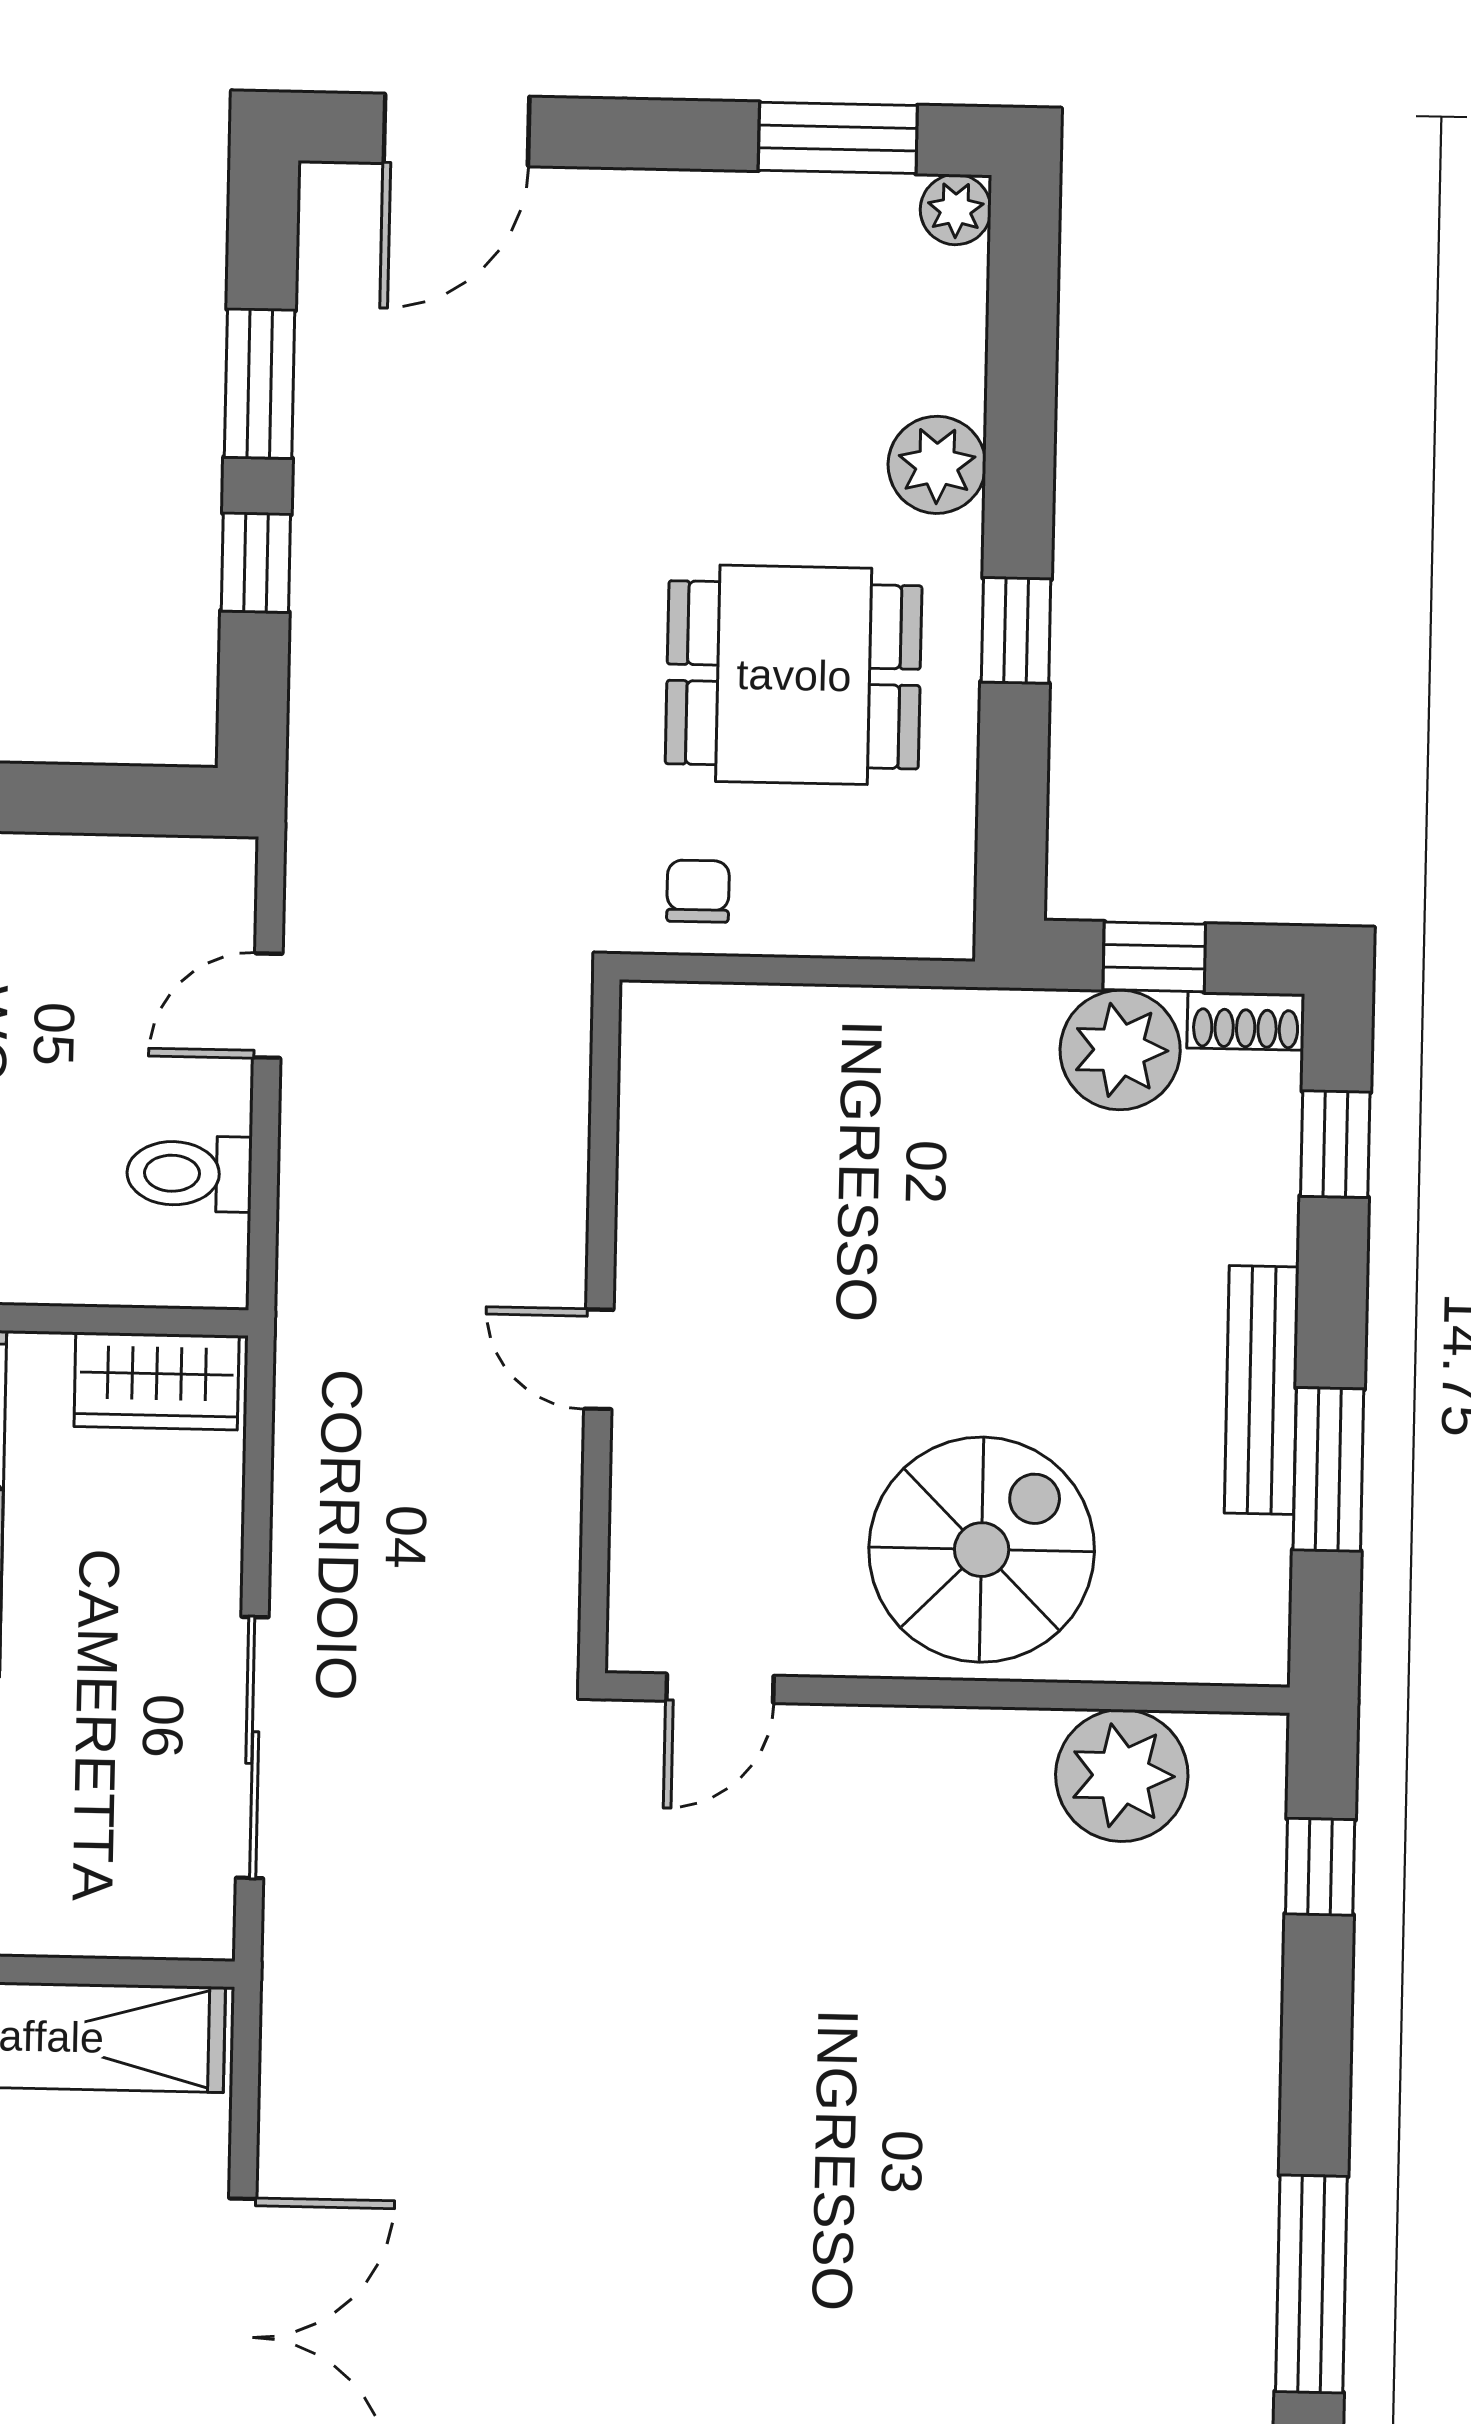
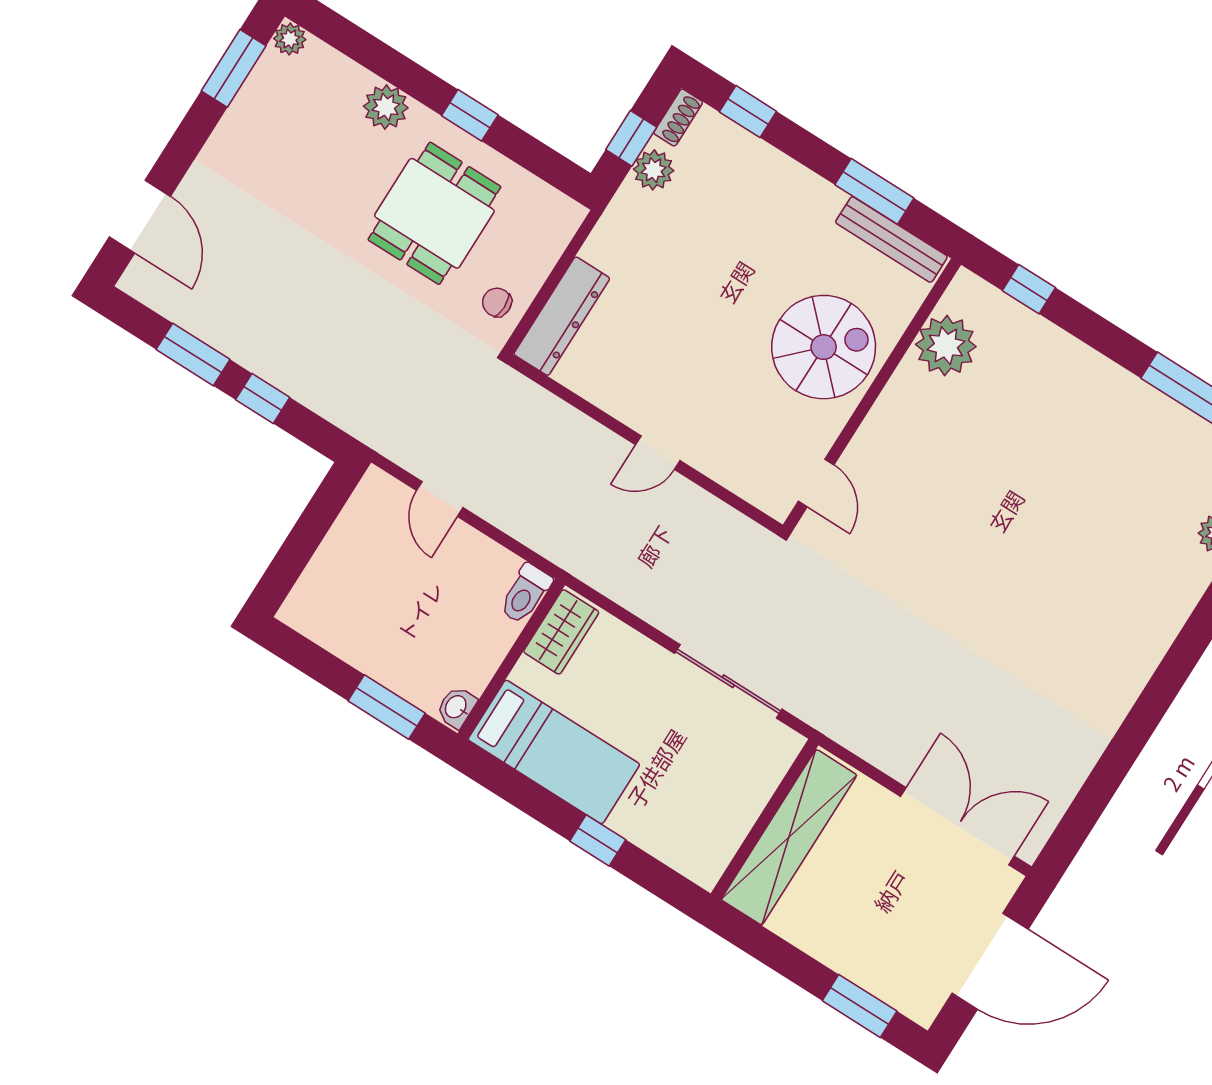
dresser: (745, 1027) -> (562, 316), added
plant: (1120, 1050) -> (654, 170), width x0.73, depth x0.73
toilet: (189, 1174) -> (525, 594), moved
bench: (1262, 1390) -> (891, 239), moved
spiral stairs: (982, 1550) -> (824, 347), turned 90

